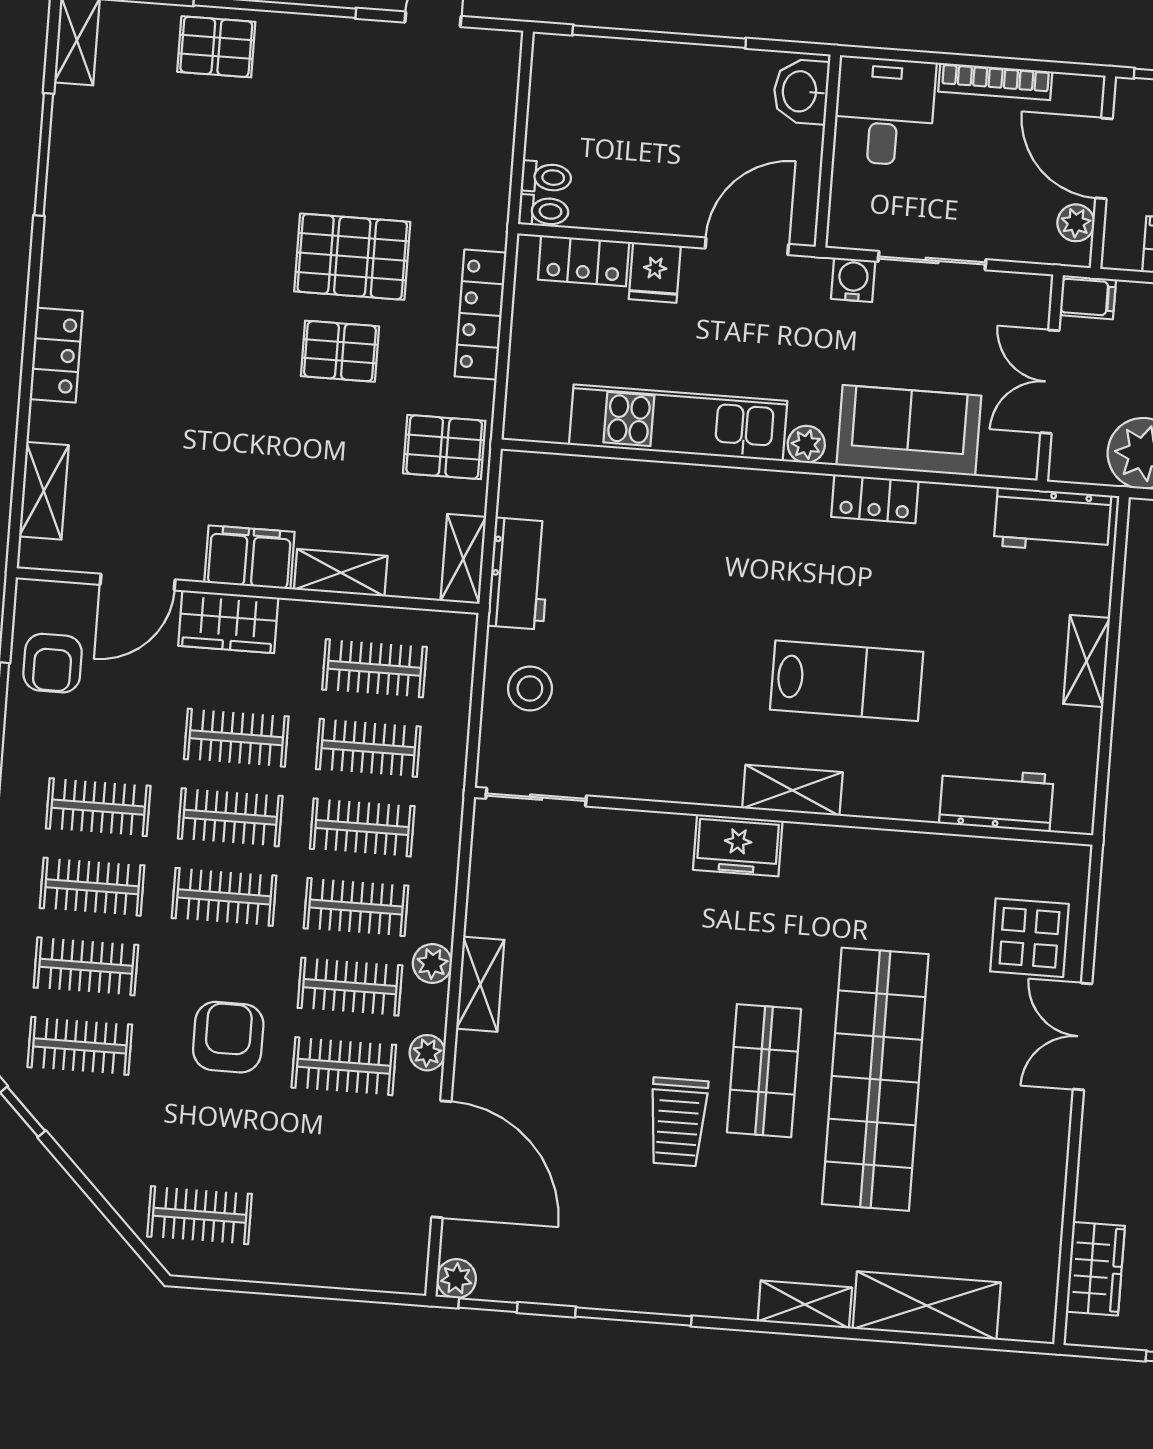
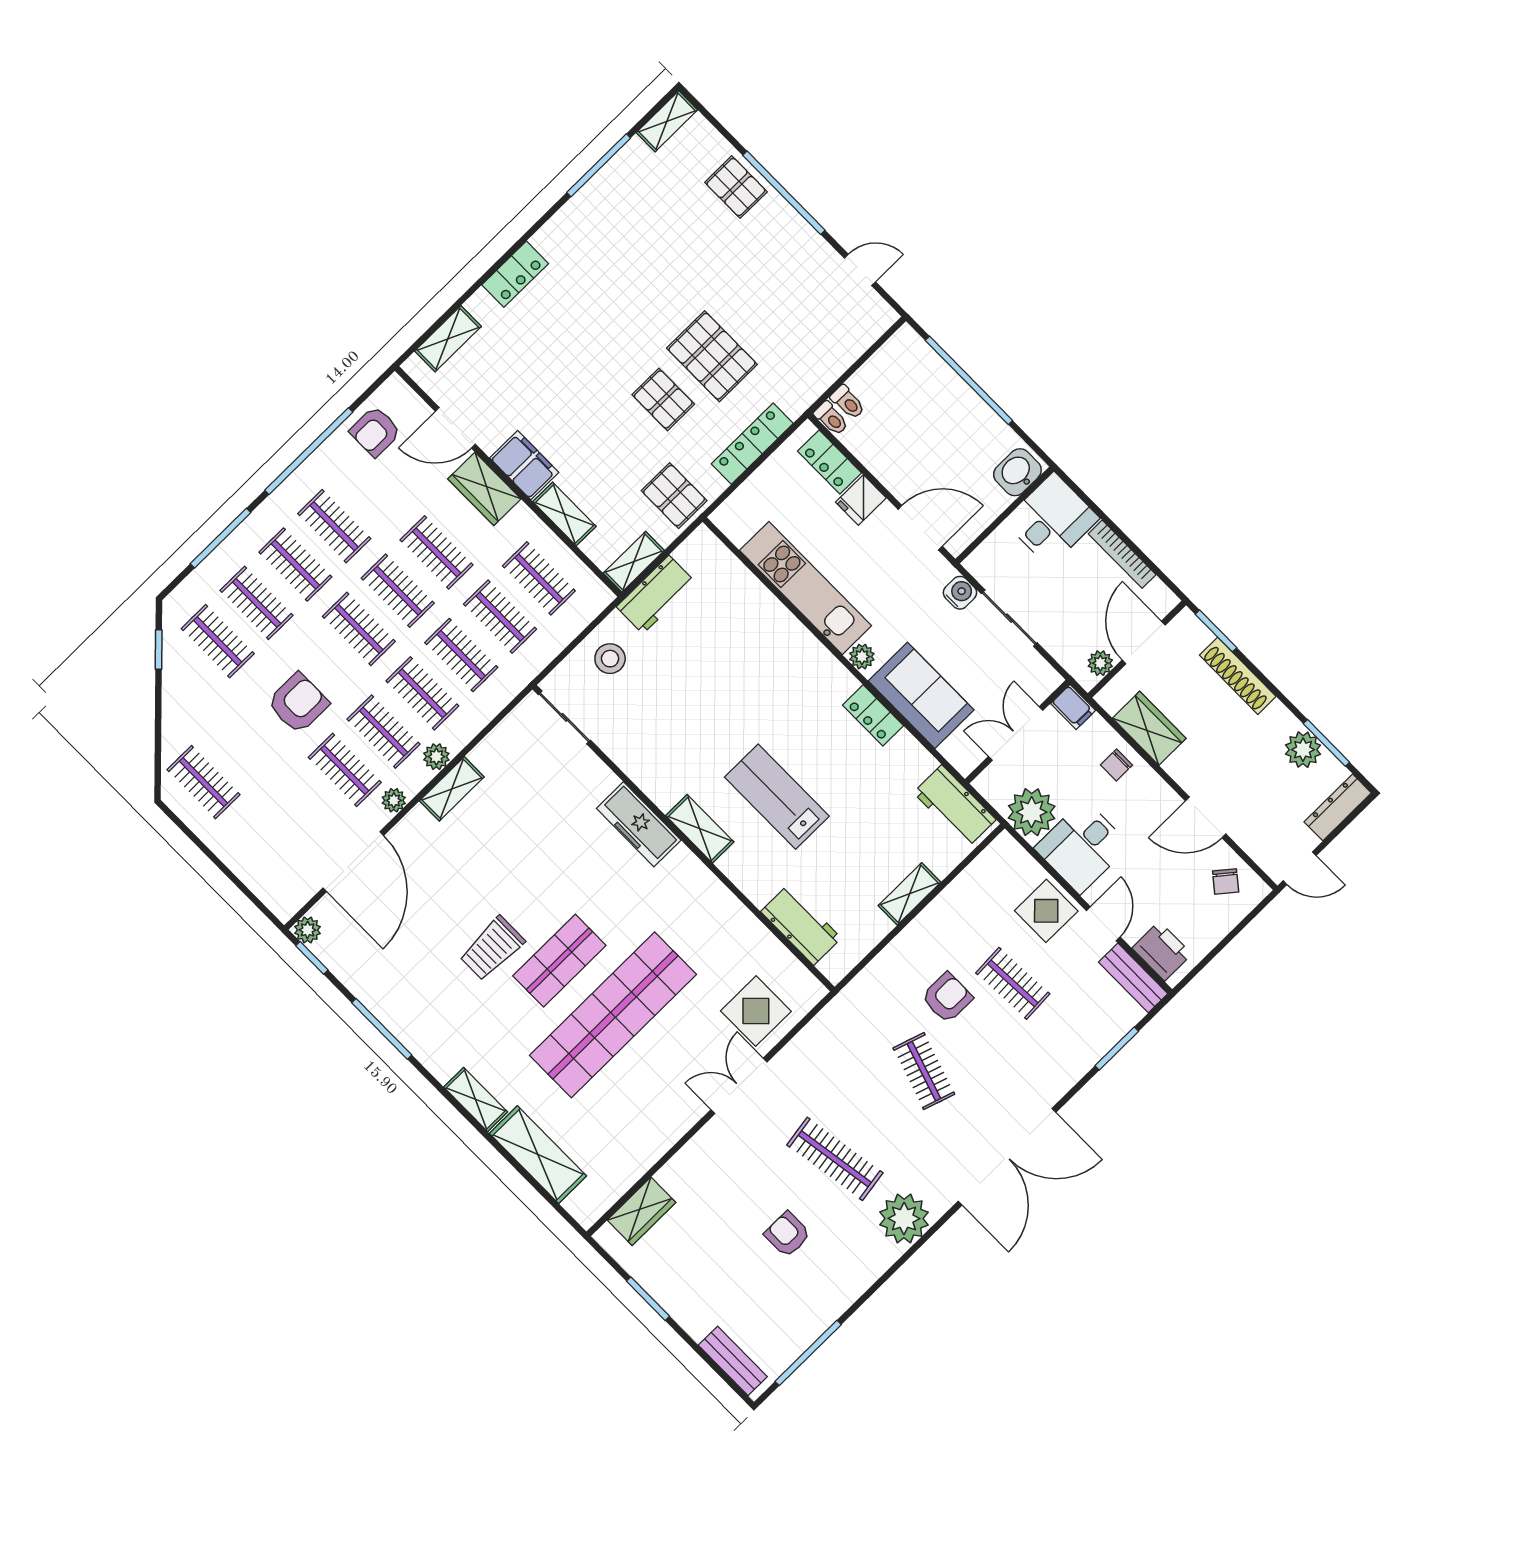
lab bench: (847, 681) -> (777, 797), turned 180
freezer: (738, 845) -> (639, 824), width x1.40

